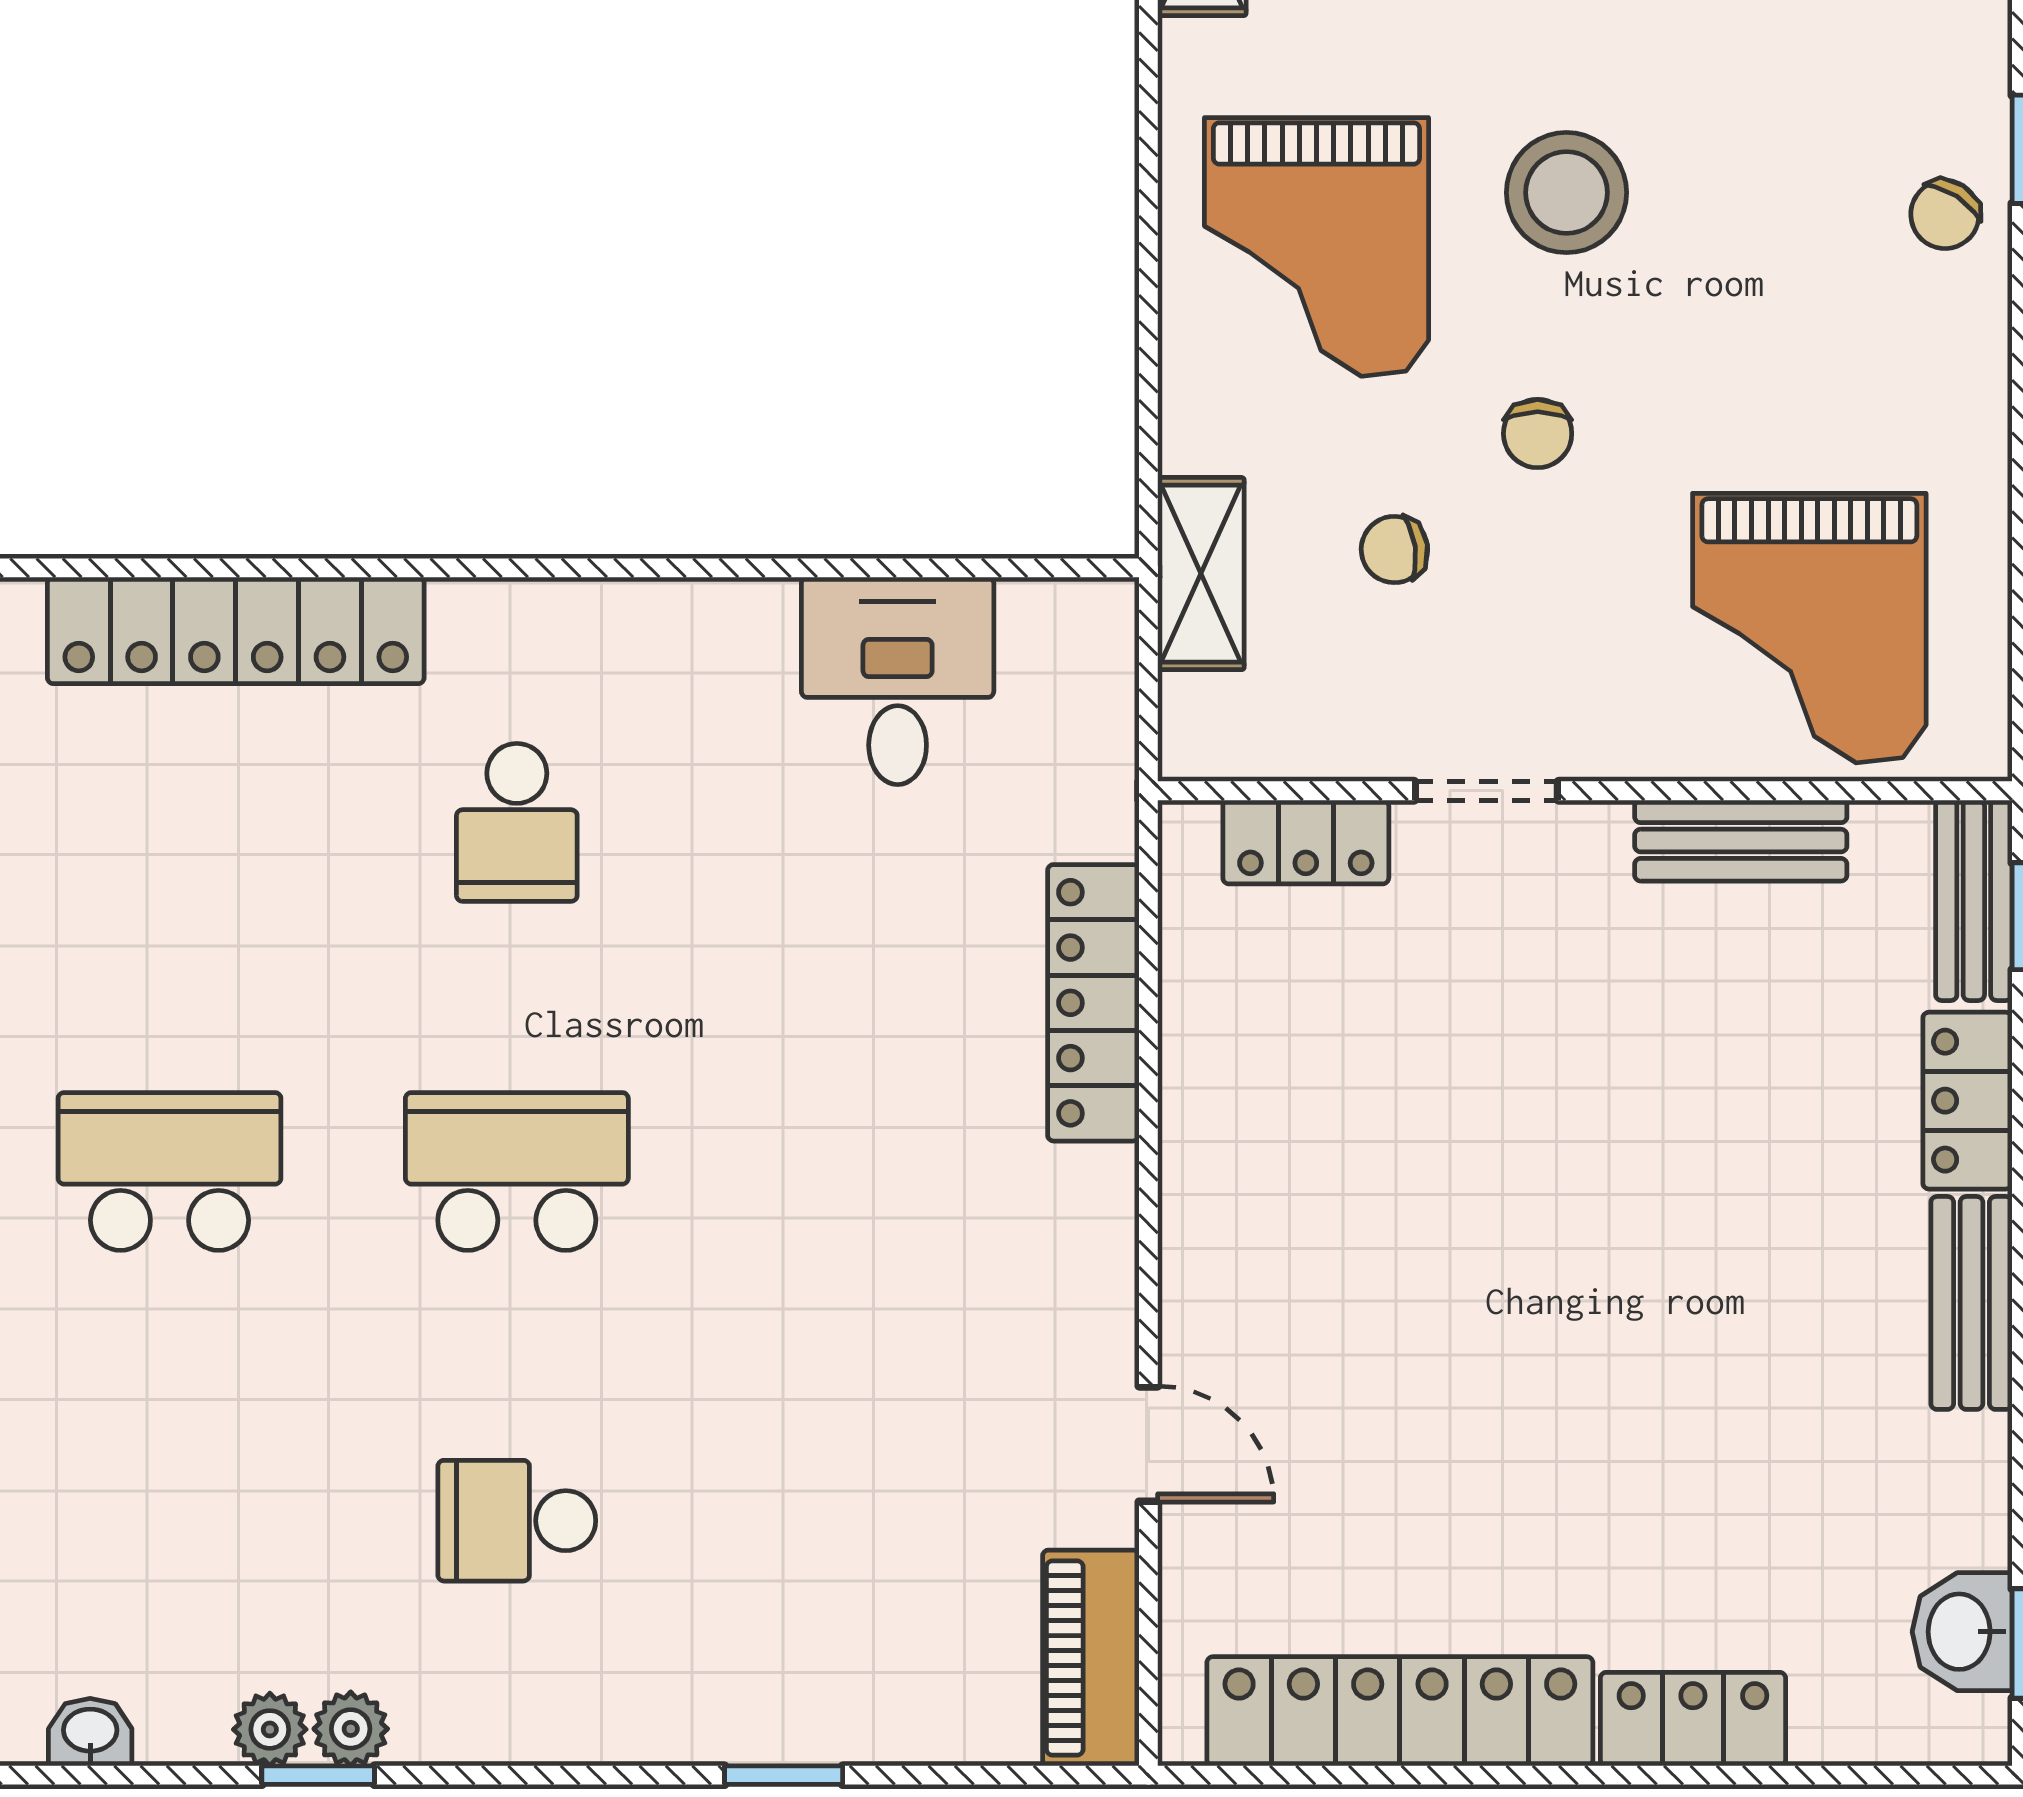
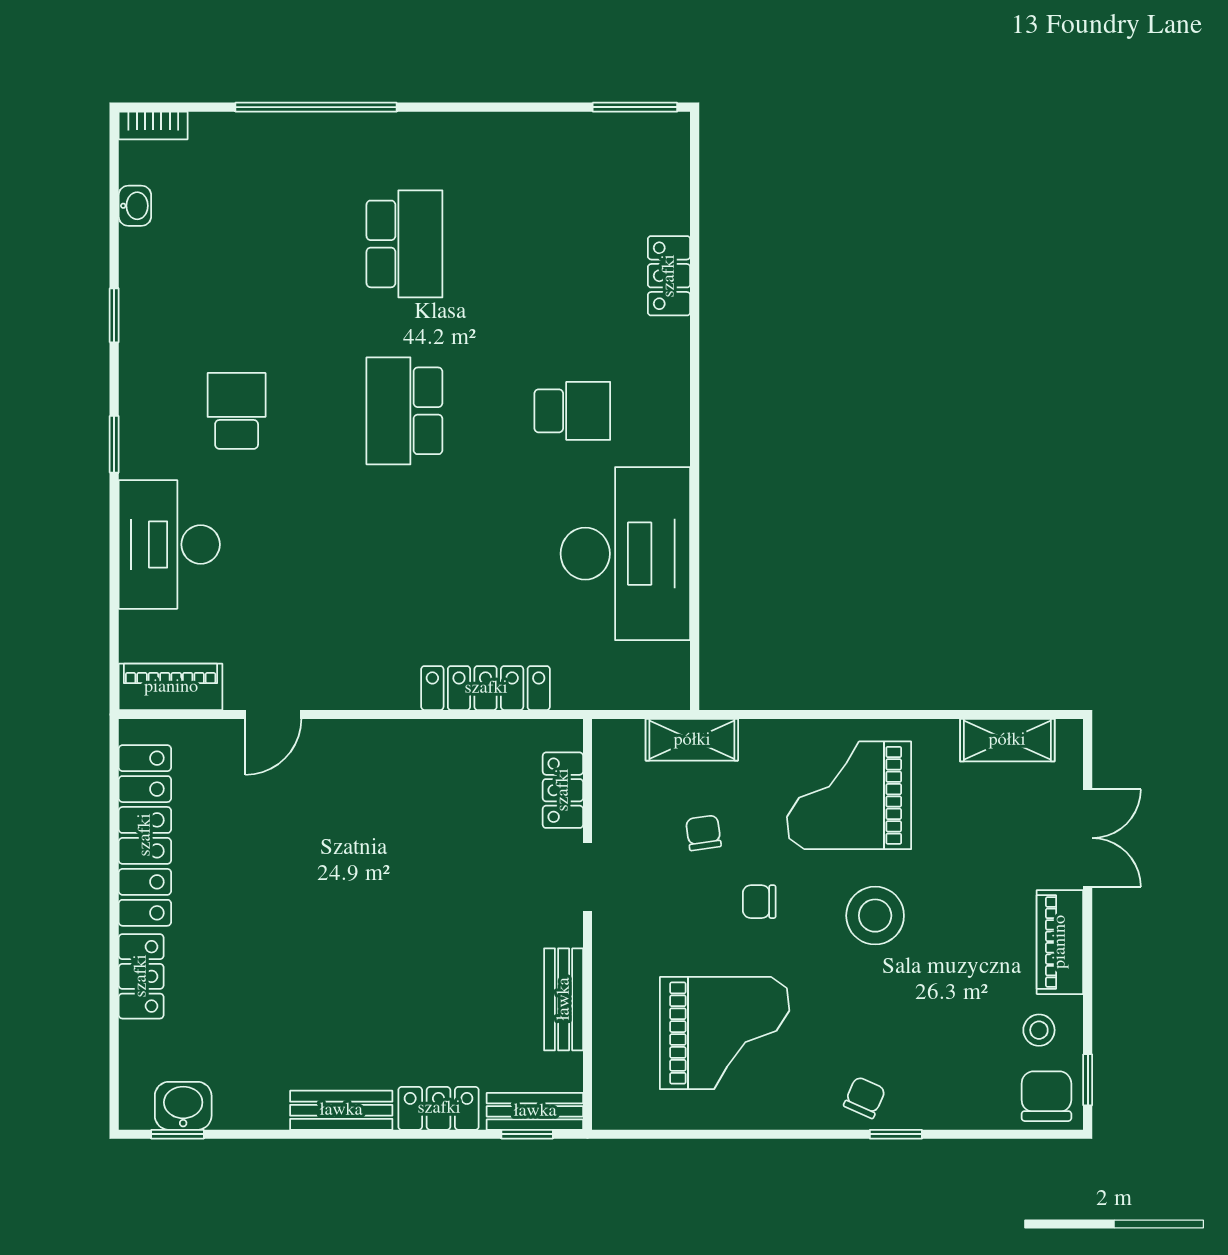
chair: (1945, 214) -> (865, 1097), turned 81
grand piano: (1809, 628) -> (725, 1033), moved, turned 180
locker: (236, 630) -> (669, 276), width x0.46, depth x0.83
desk: (898, 681) -> (625, 554), width x1.87, depth x1.30
school desk: (517, 822) -> (572, 411), turned 180
school desk: (517, 1172) -> (404, 411), turned 180
desk: (795, 1661) -> (169, 544), added
plant: (270, 1729) -> (136, 292), removed
plant: (351, 1729) -> (136, 331), removed
window: (784, 1775) -> (114, 444), moved

